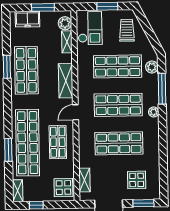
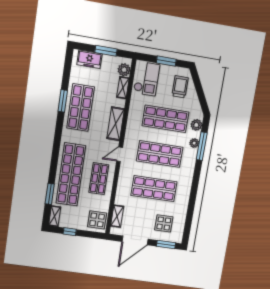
plant: (154, 112) -> (194, 143), moved
window: (8, 150) -> (50, 194), moved

